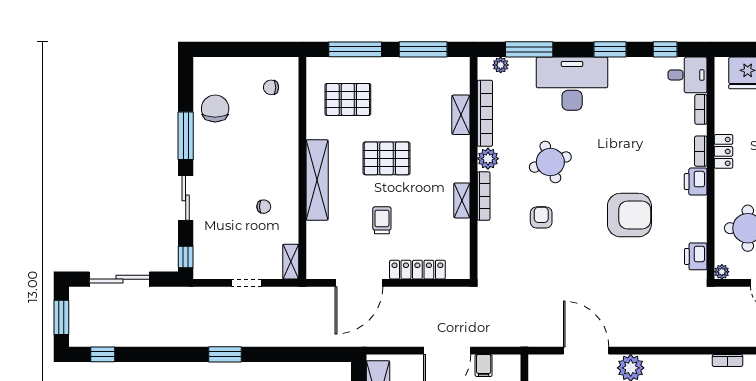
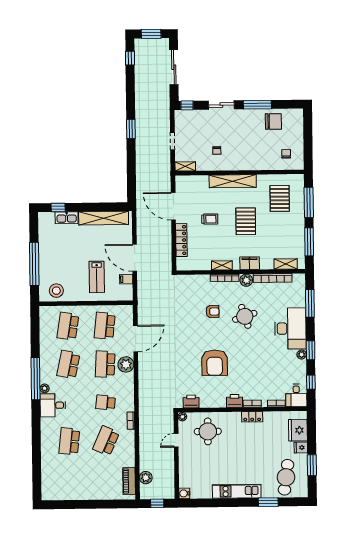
plant: (501, 65) -> (302, 354), moved
shelving: (461, 115) -> (286, 264), moved
filing cabinet: (459, 153) -> (250, 263), added

